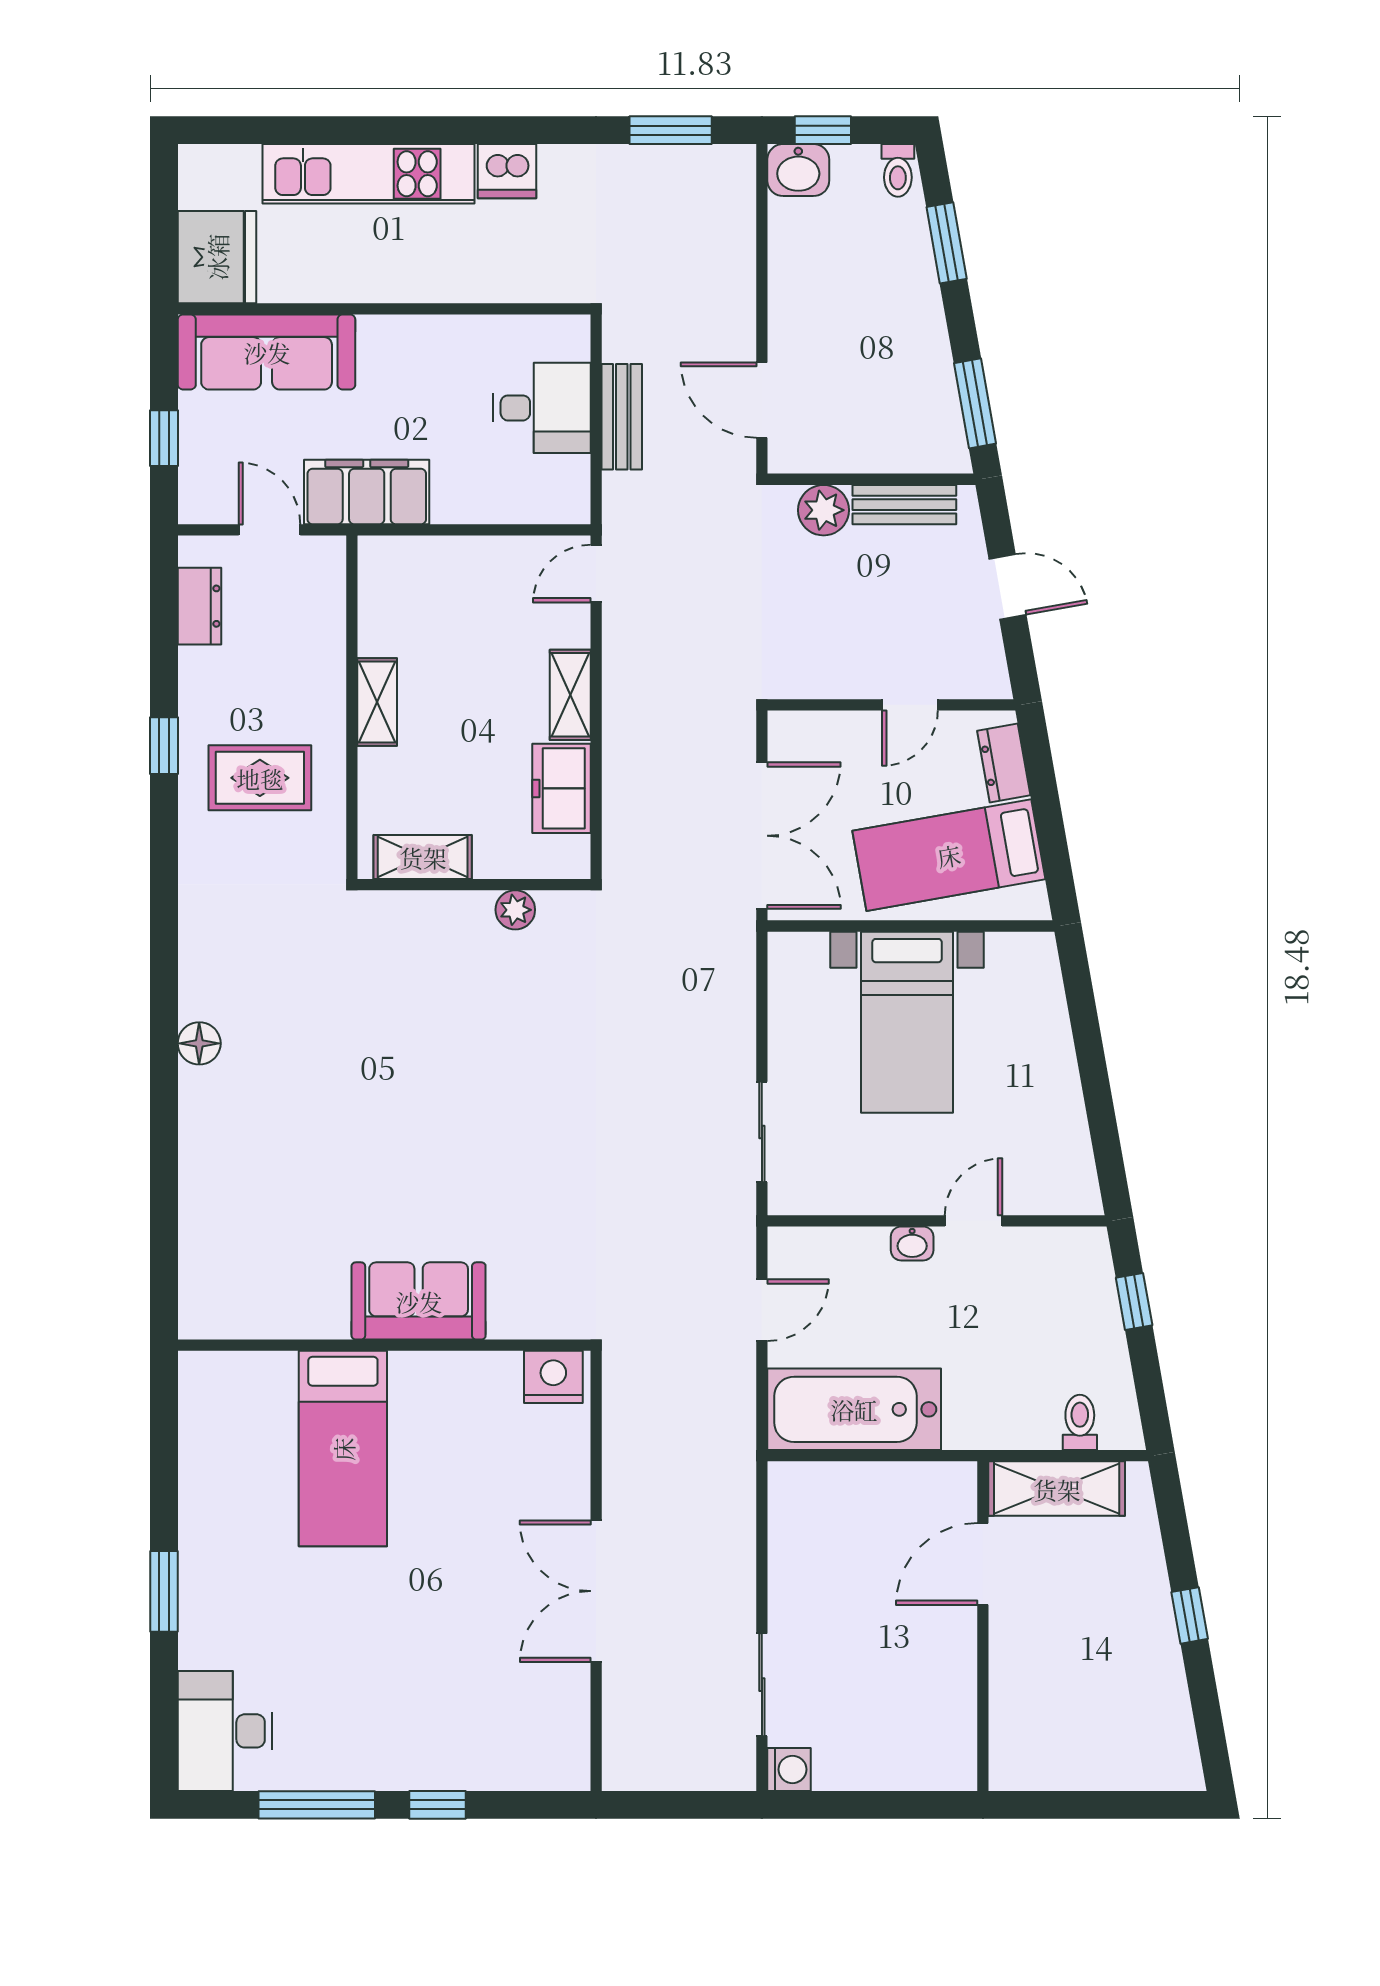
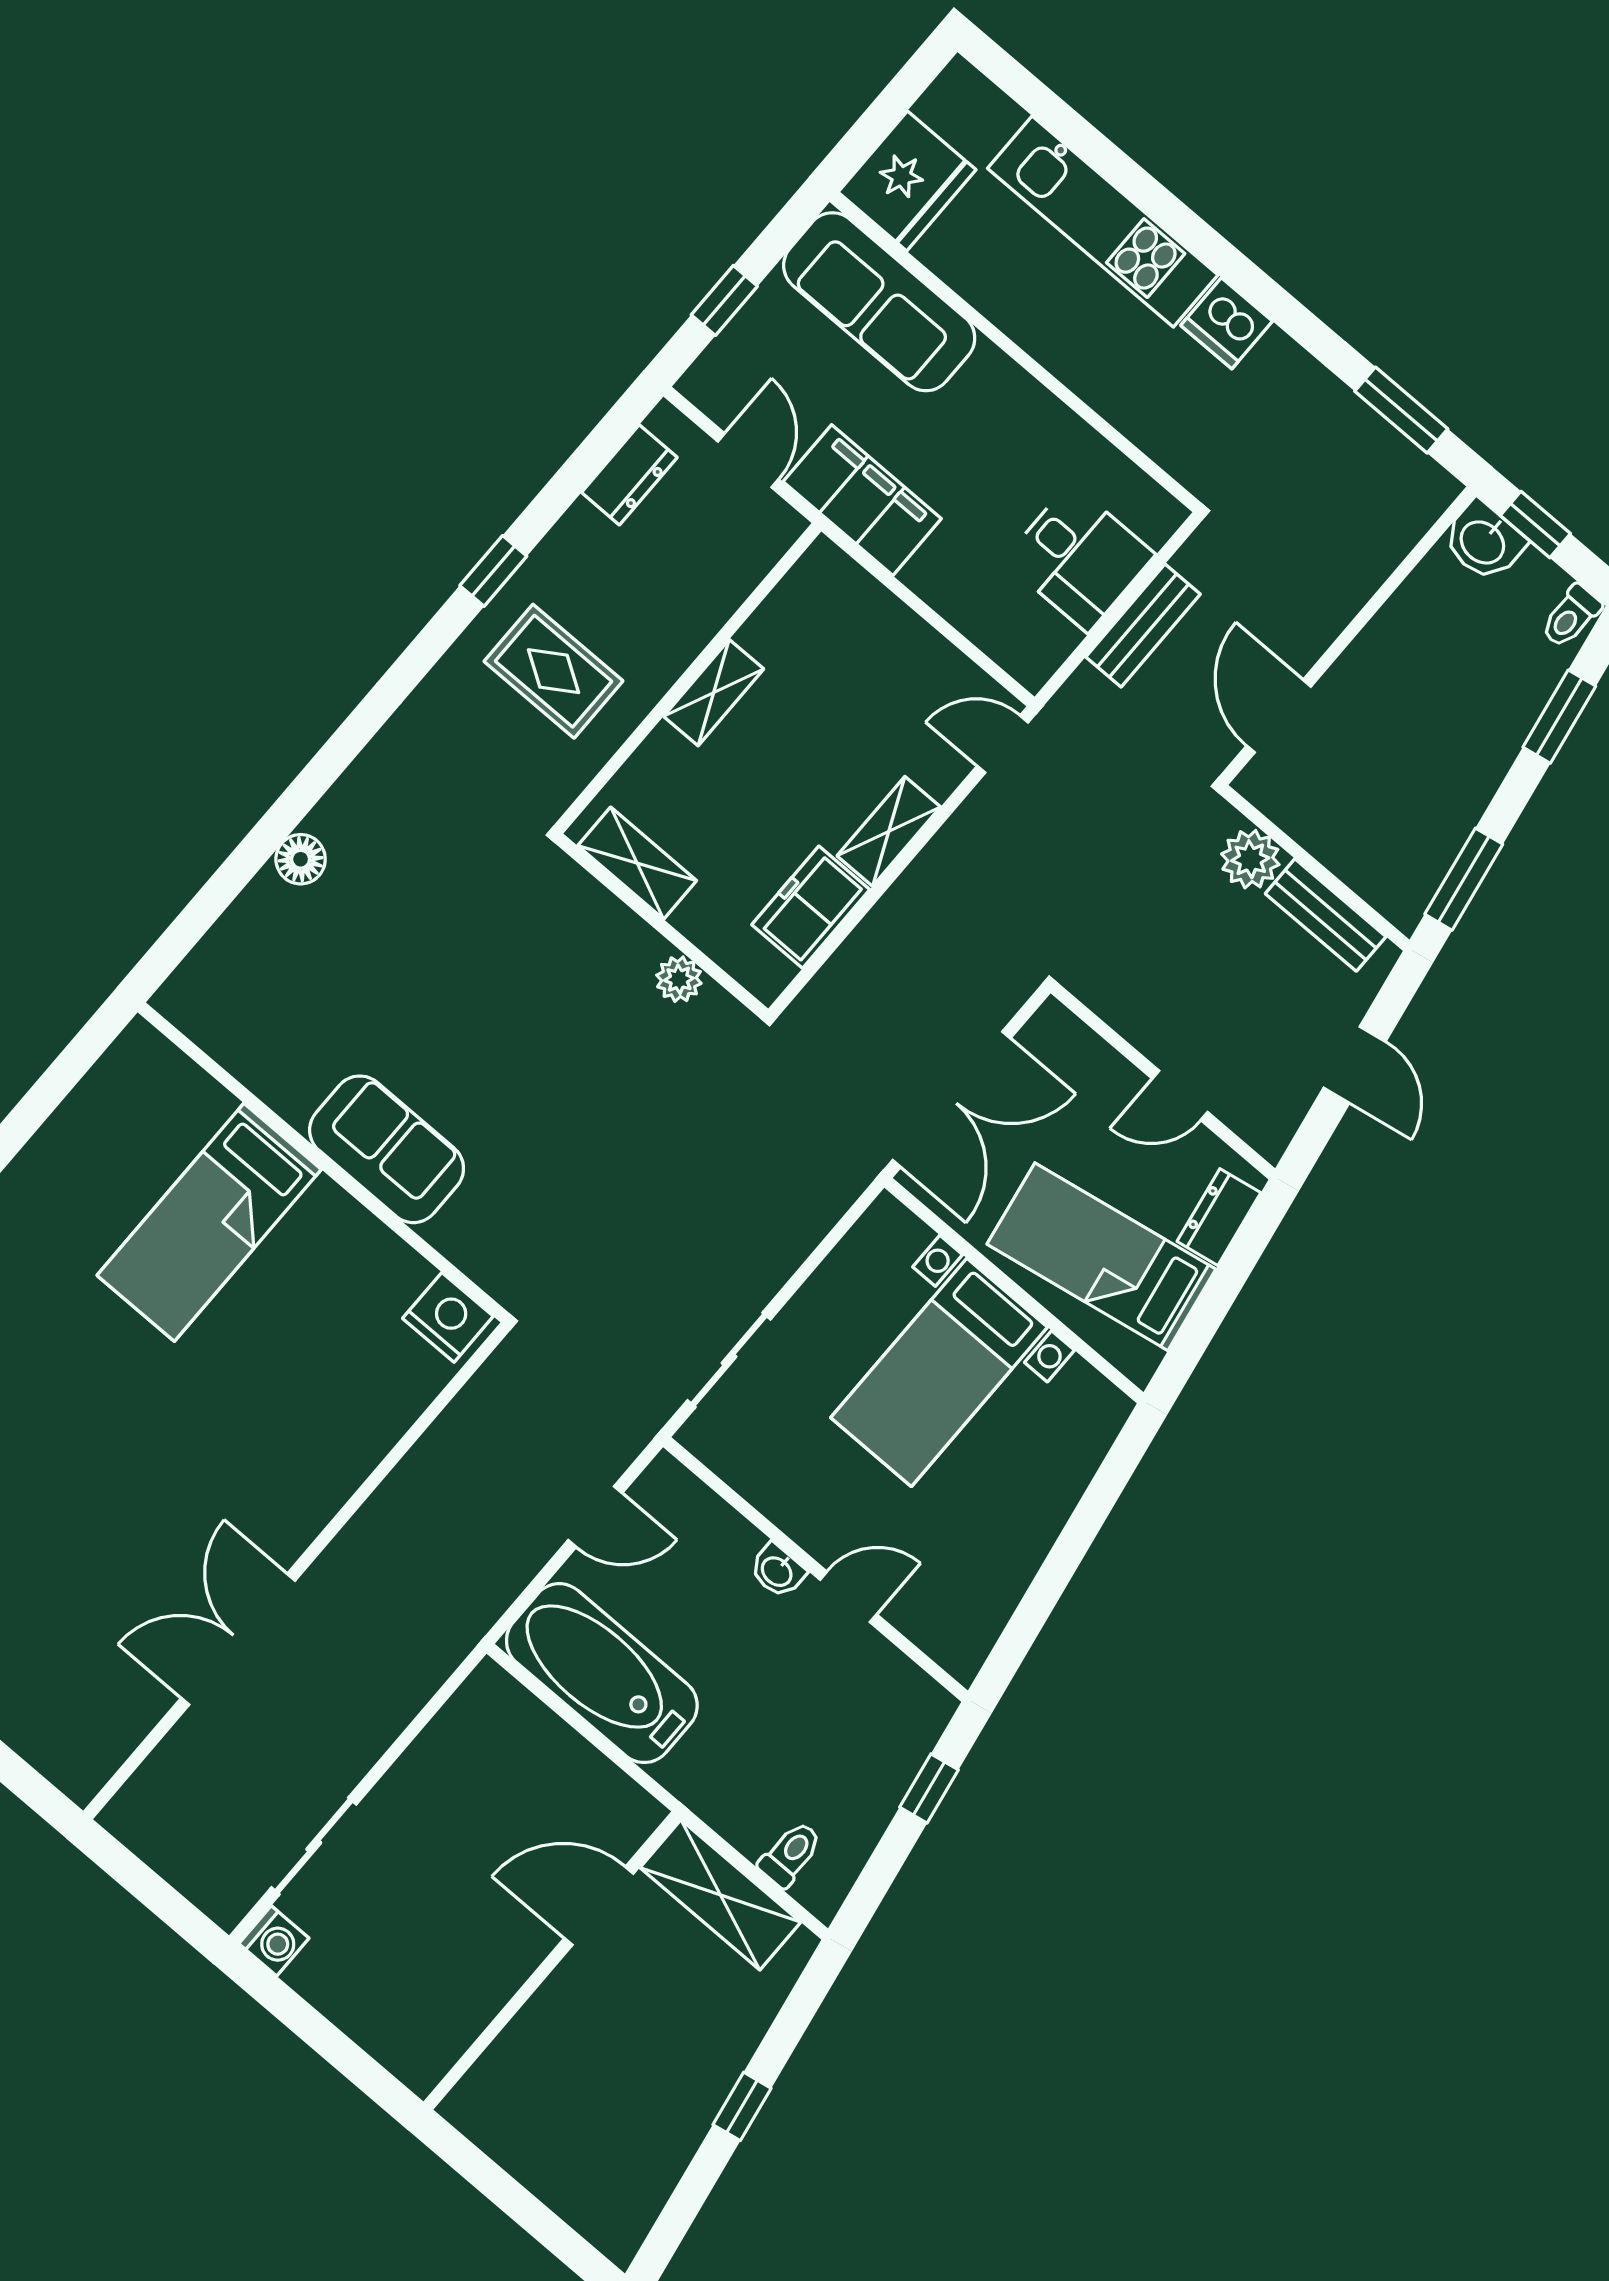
sofa: (419, 1301) -> (387, 1149), moved
wall: (384, 1345) -> (323, 1162), moved
nightstand: (553, 1377) -> (448, 1317), moved
bed: (343, 1449) -> (209, 1222), moved

